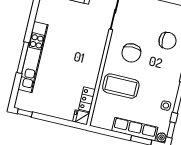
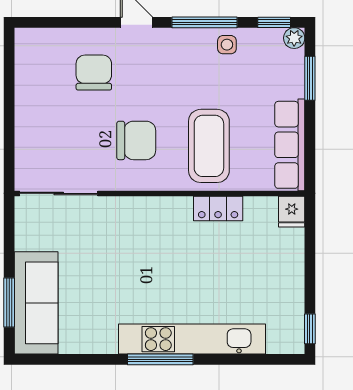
window: (23, 58) -> (160, 359), moved
locker: (87, 99) -> (218, 208), moved
row of seats: (135, 129) -> (290, 145), moved

